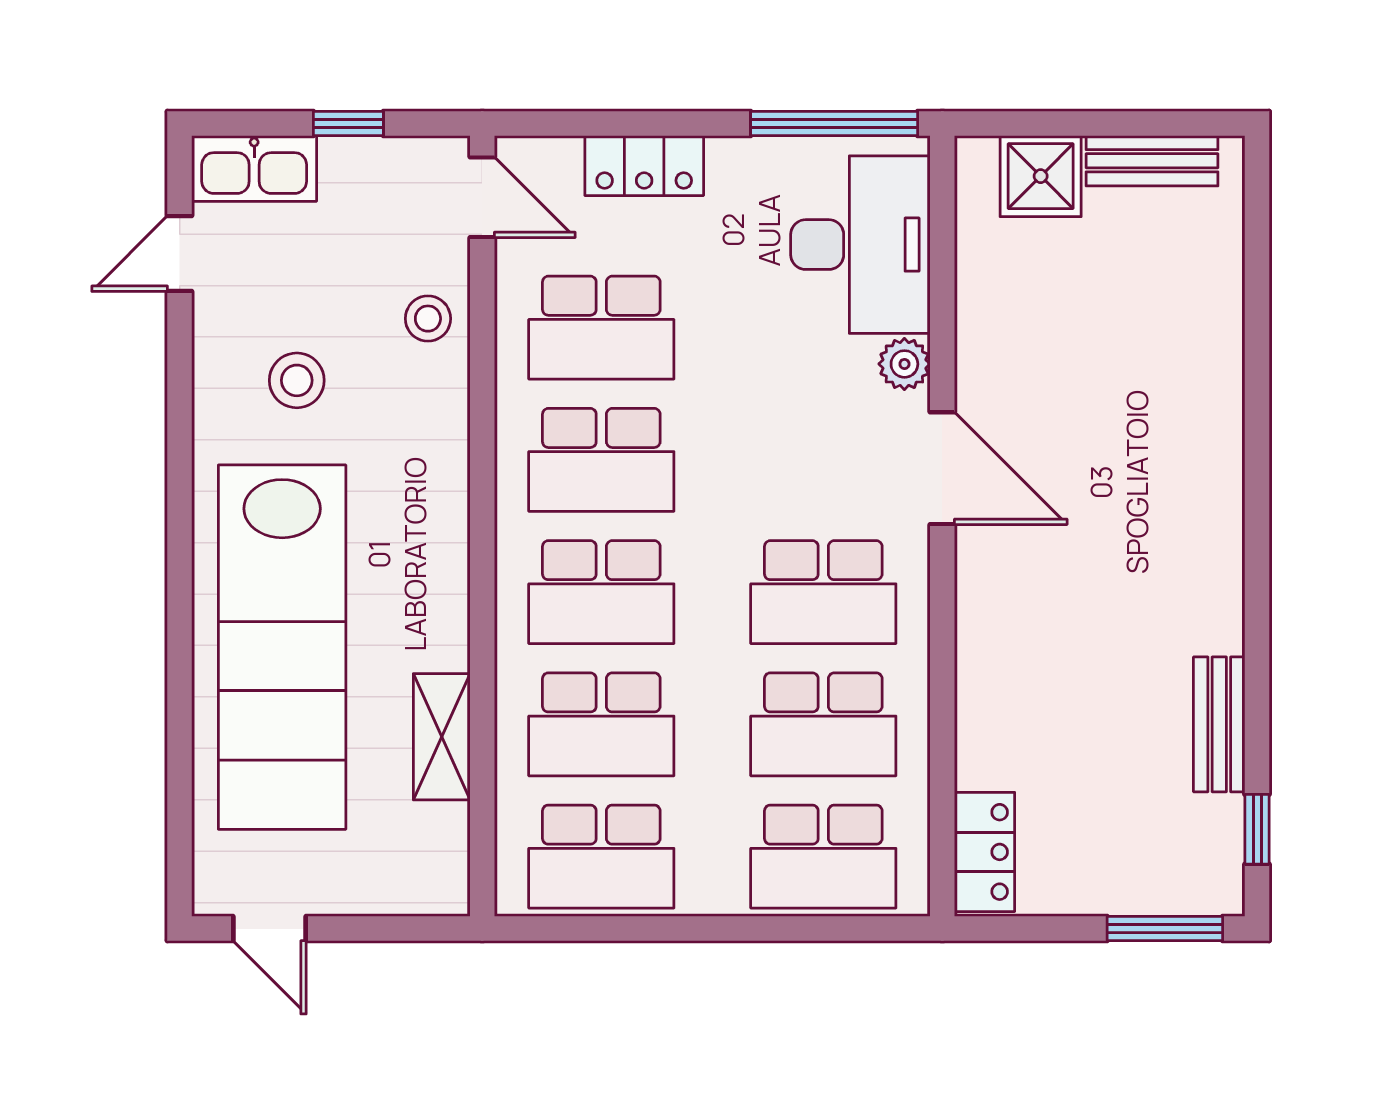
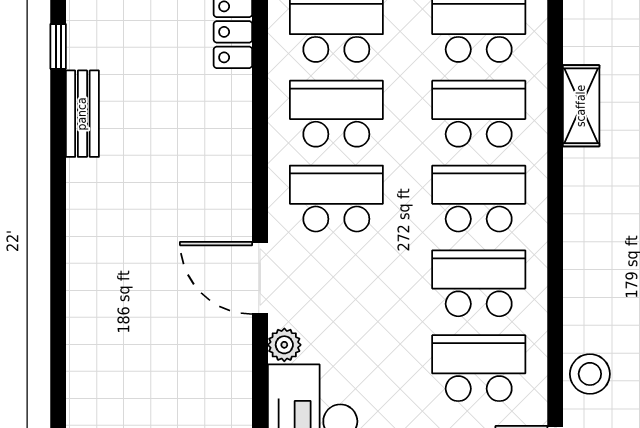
stool: (428, 319) -> (590, 374), width x1.37, depth x1.37

